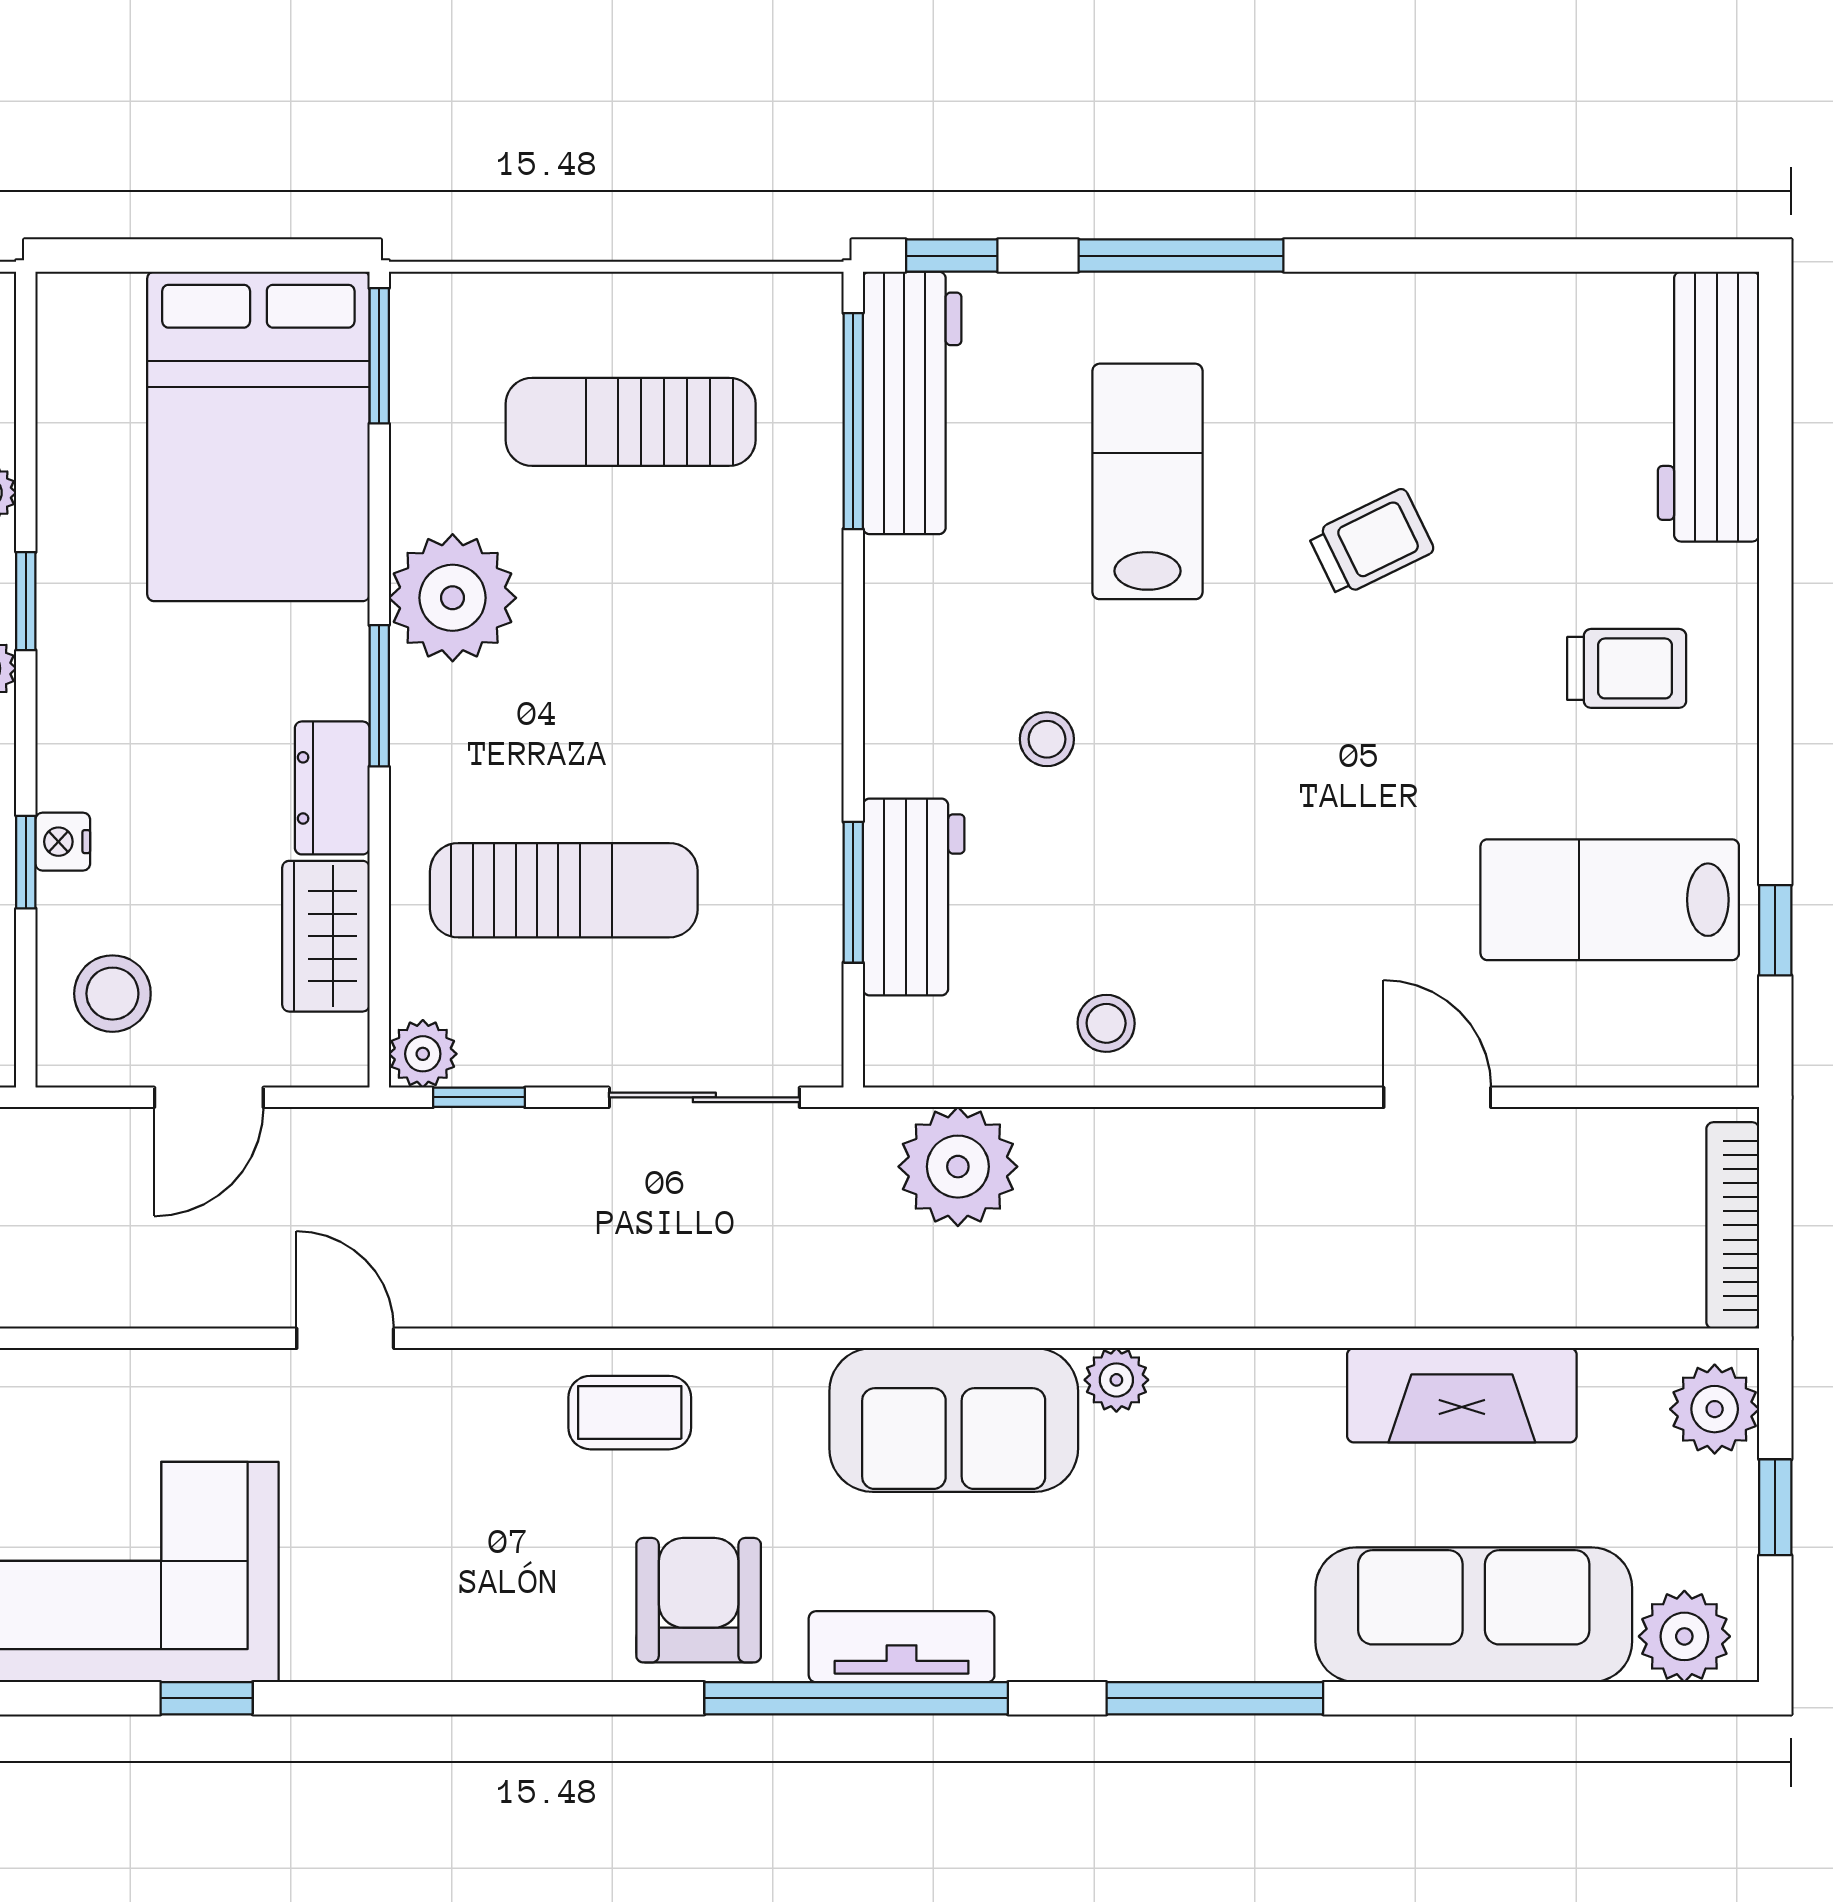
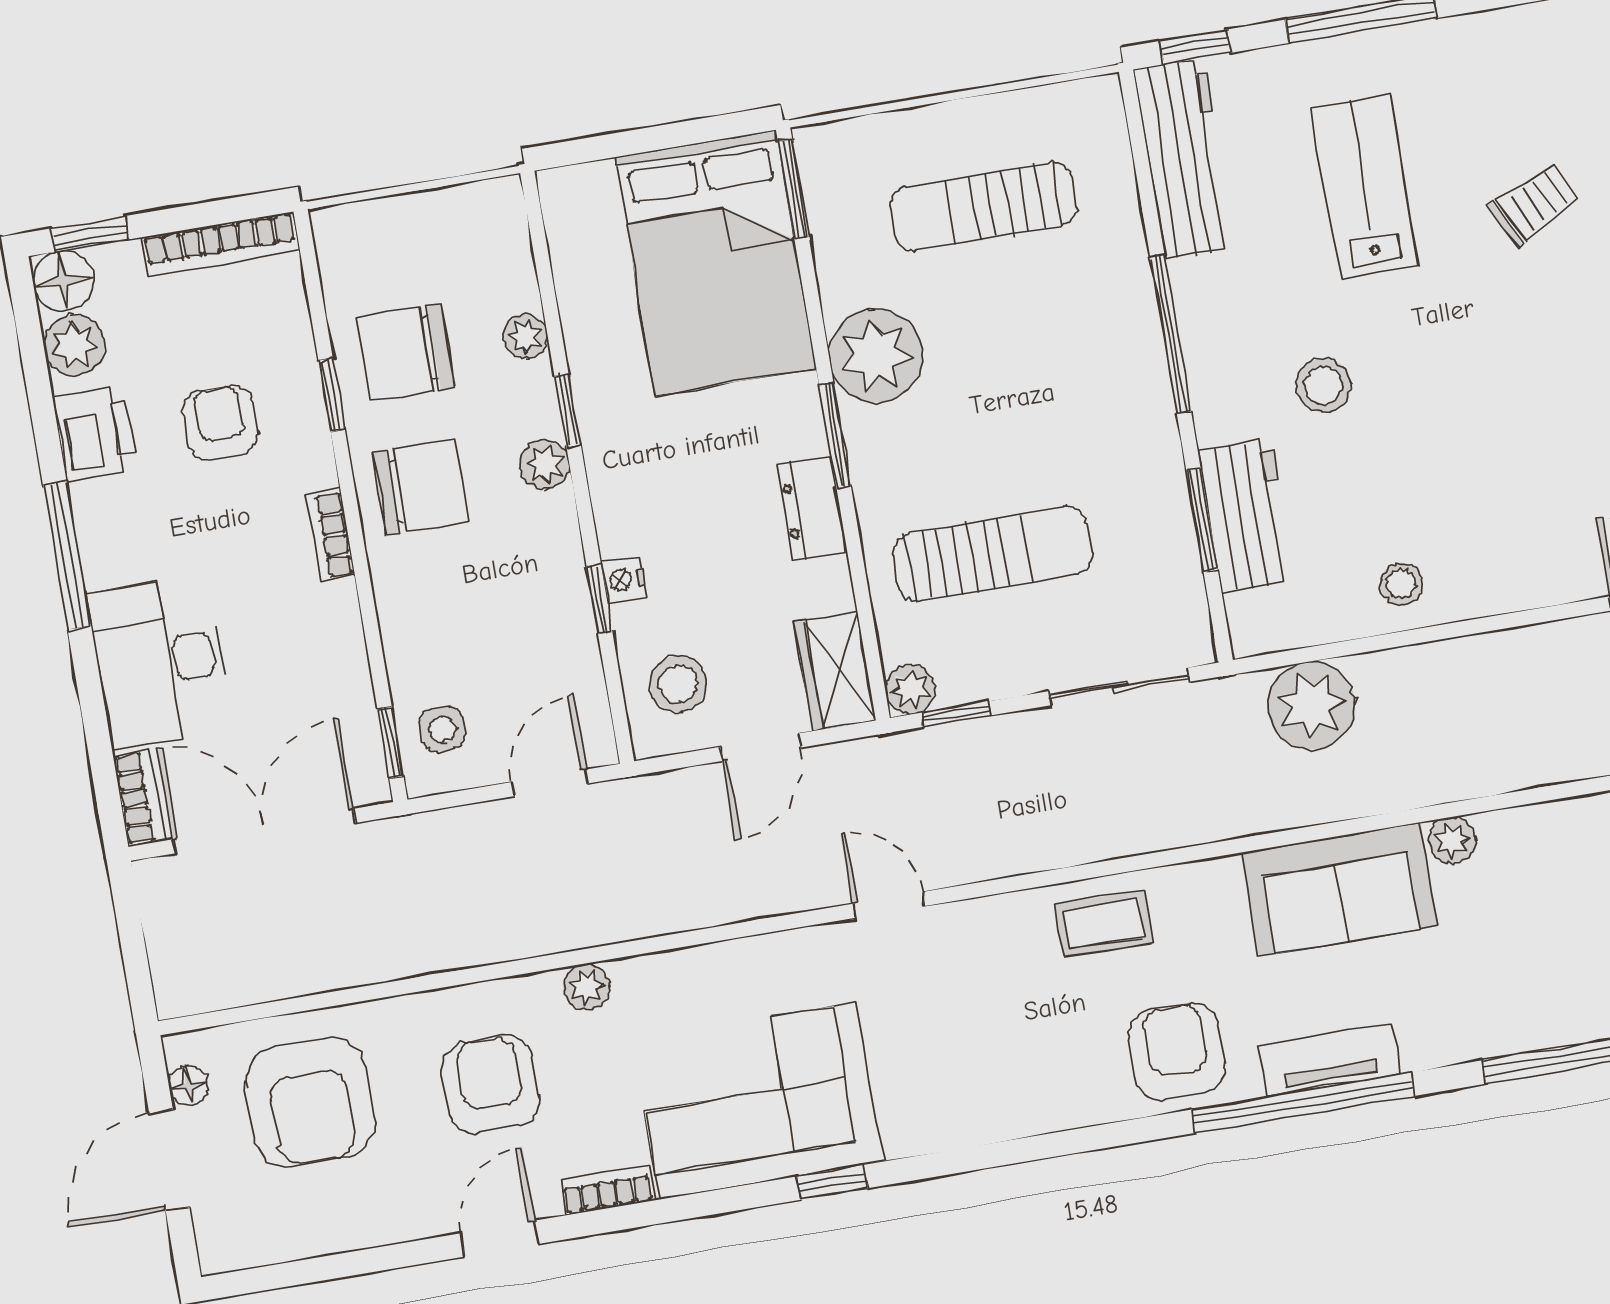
window: (853, 421) -> (1171, 334), moved
stool: (1047, 739) -> (1323, 385), width x1.37, depth x1.37
wardrobe: (326, 936) -> (835, 671), moved

